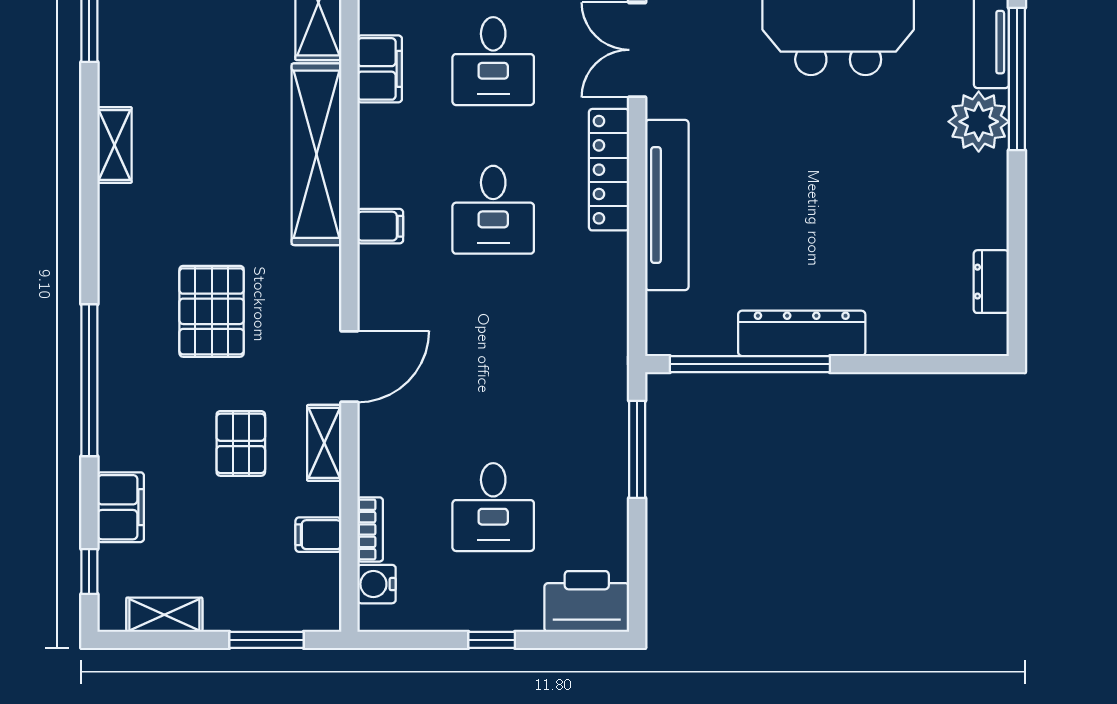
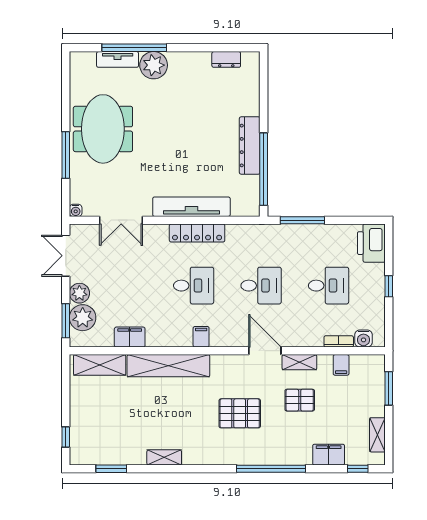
desk: (493, 61) -> (261, 286), moved
locker: (609, 170) -> (197, 233), moved

